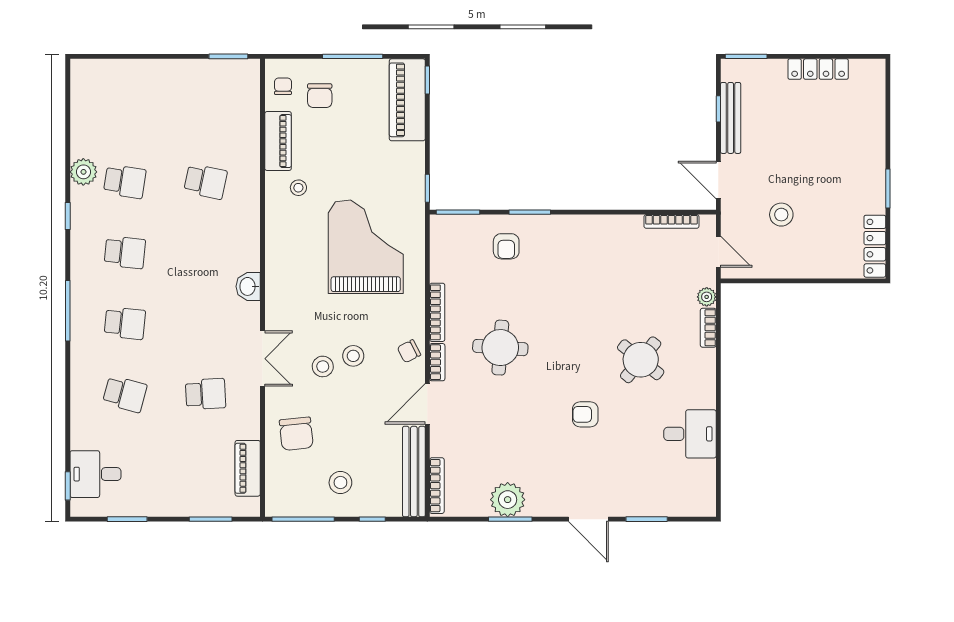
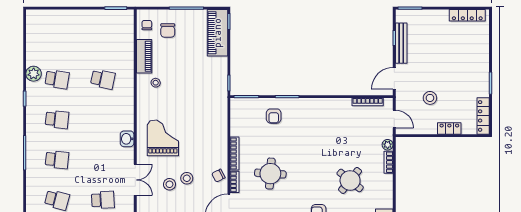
locker: (818, 69) -> (467, 15), moved
door: (718, 180) -> (394, 78), hinge flipped
grand piano: (366, 247) -> (163, 138), moved, width x0.73, depth x0.68
locker: (815, 268) -> (449, 128), added

